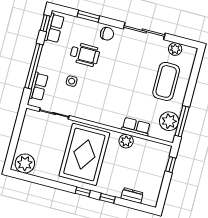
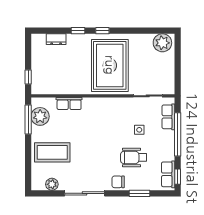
coffee table: (166, 81) -> (52, 152), turned 90
plant: (126, 141) -> (75, 88), removed

